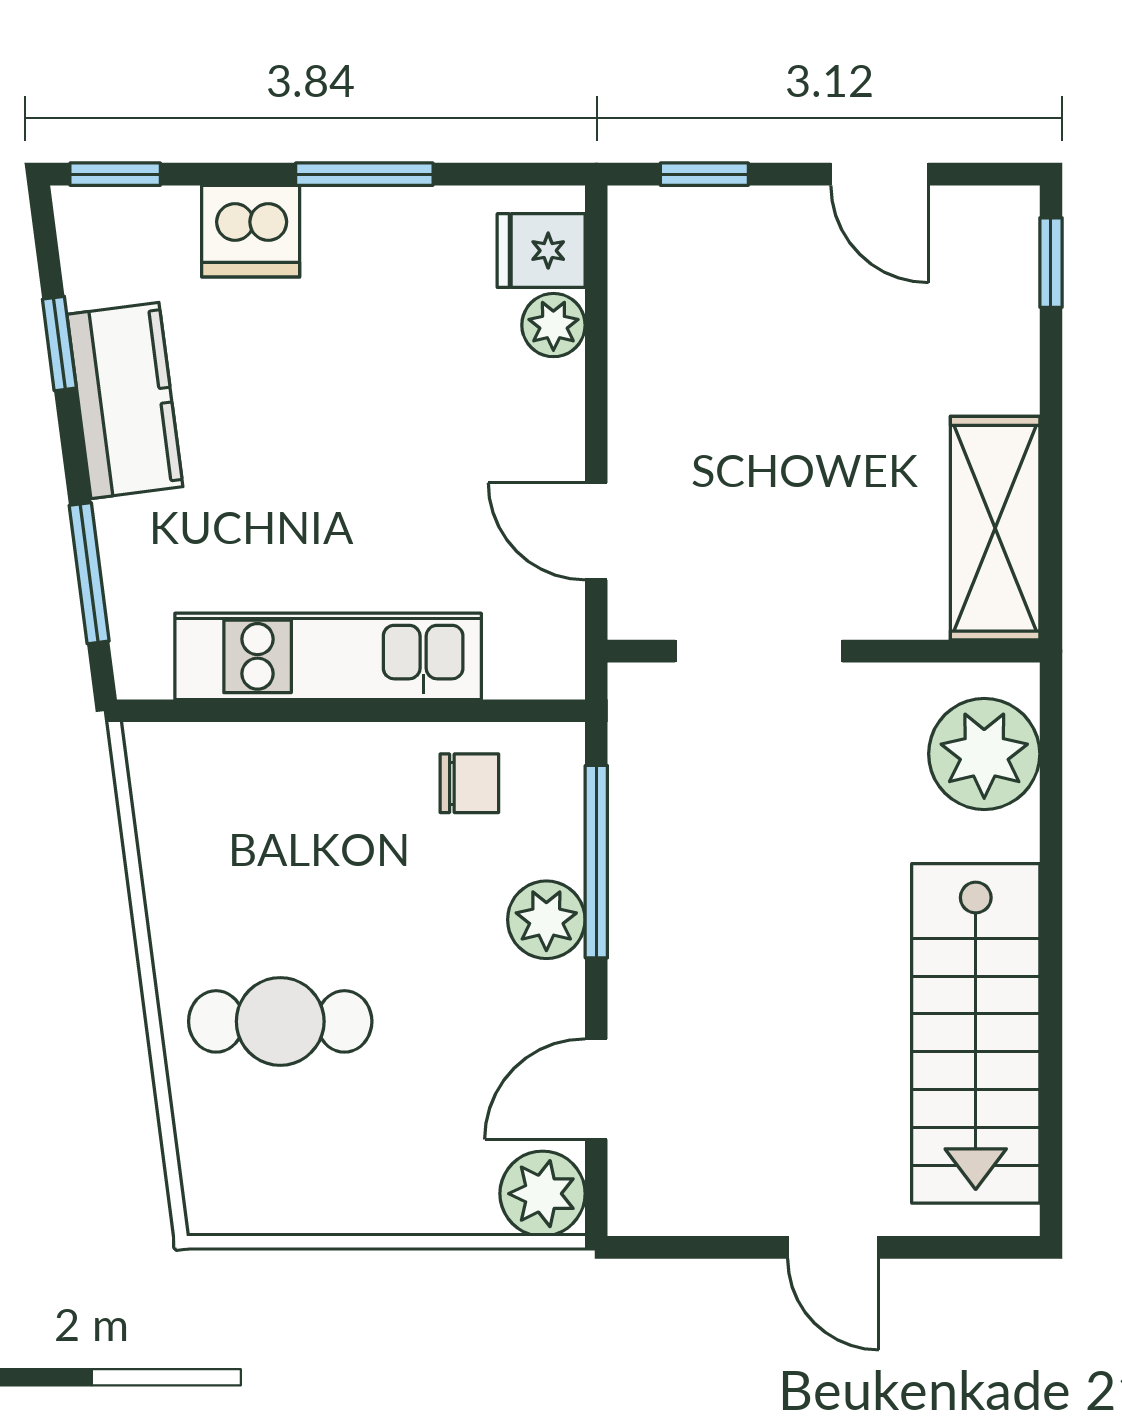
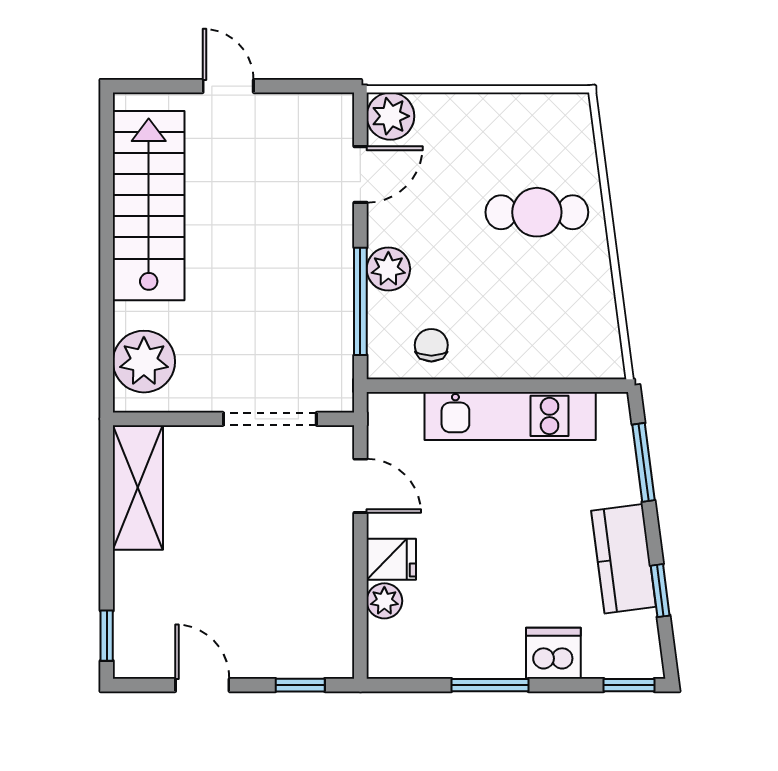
fridge: (541, 251) -> (391, 559), moved
chair: (469, 783) -> (431, 345), turned 90

